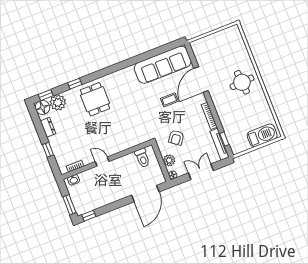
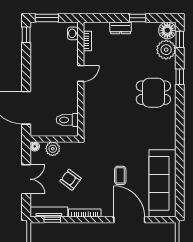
dresser: (48, 127) -> (121, 28), moved
armchair: (176, 138) -> (70, 180), moved
window: (48, 150) -> (138, 18), moved

